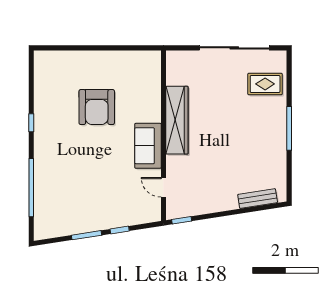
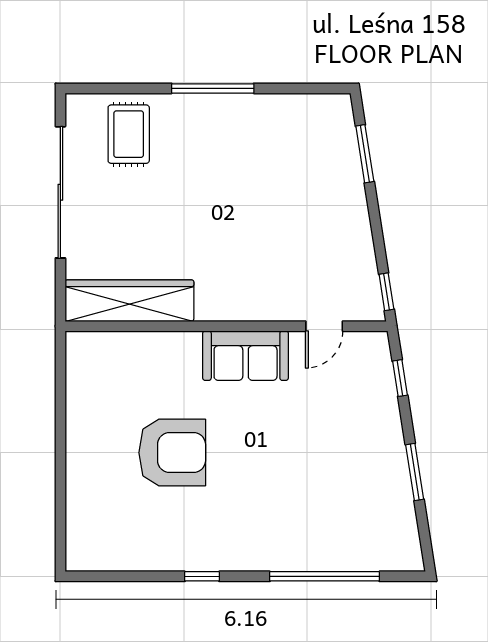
wardrobe: (177, 120) -> (129, 301), moved
bench: (258, 199) -> (345, 148), removed
window: (255, 209) -> (365, 154), added
window: (120, 230) -> (400, 378), moved

